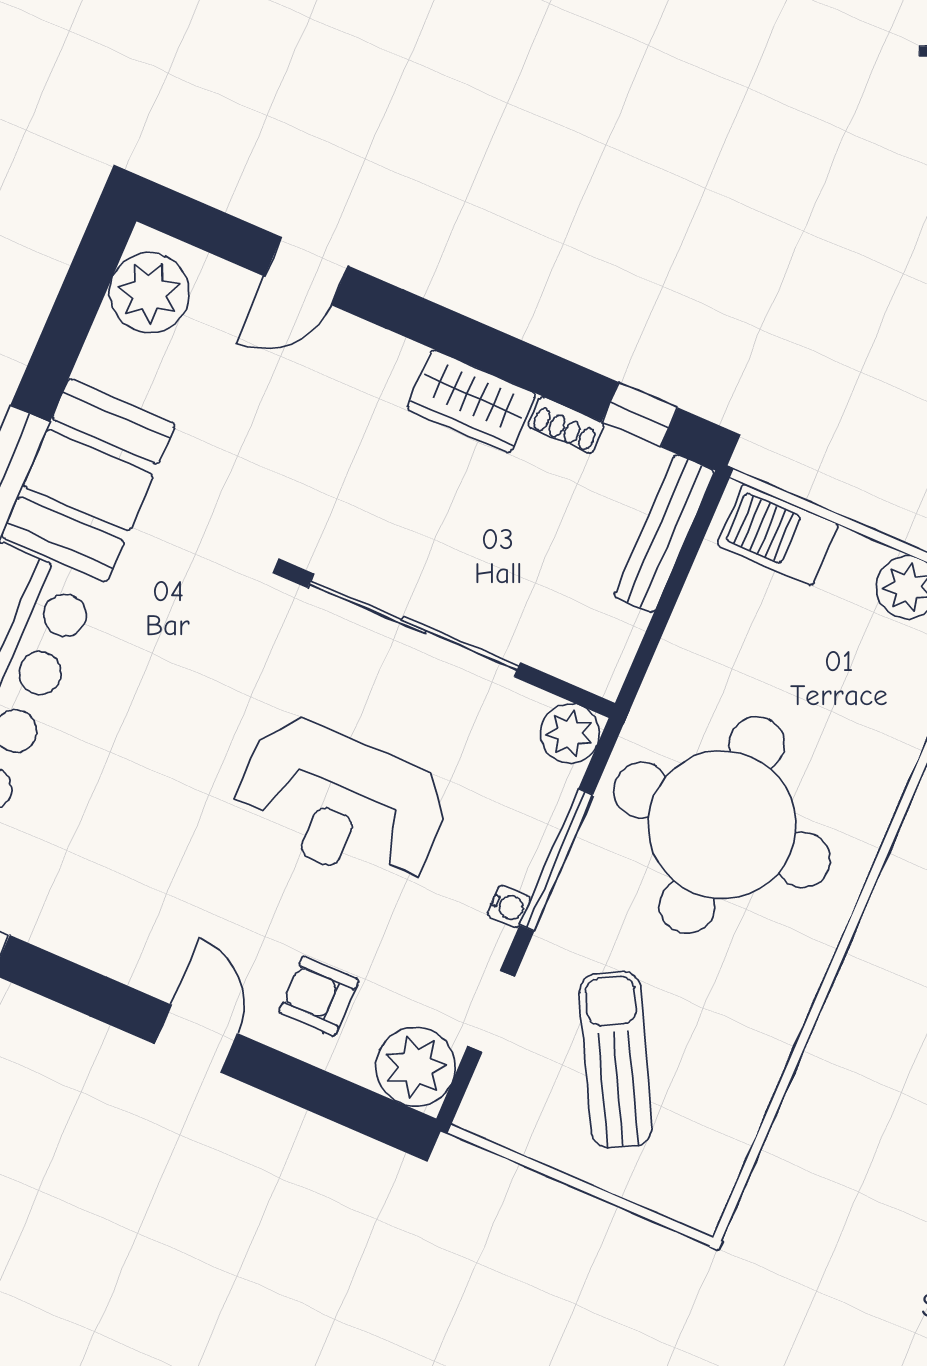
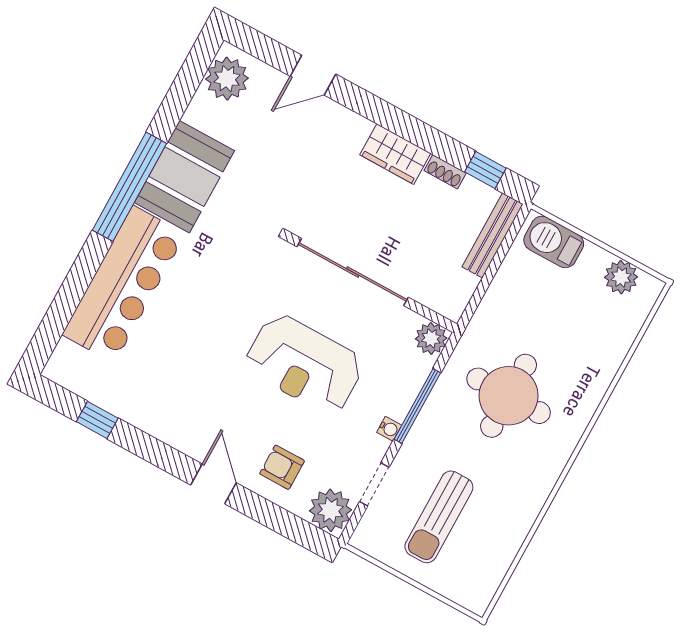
round table: (722, 825) -> (509, 396), width x0.73, depth x0.73
sun lounger: (616, 1060) -> (439, 517), turned -152

